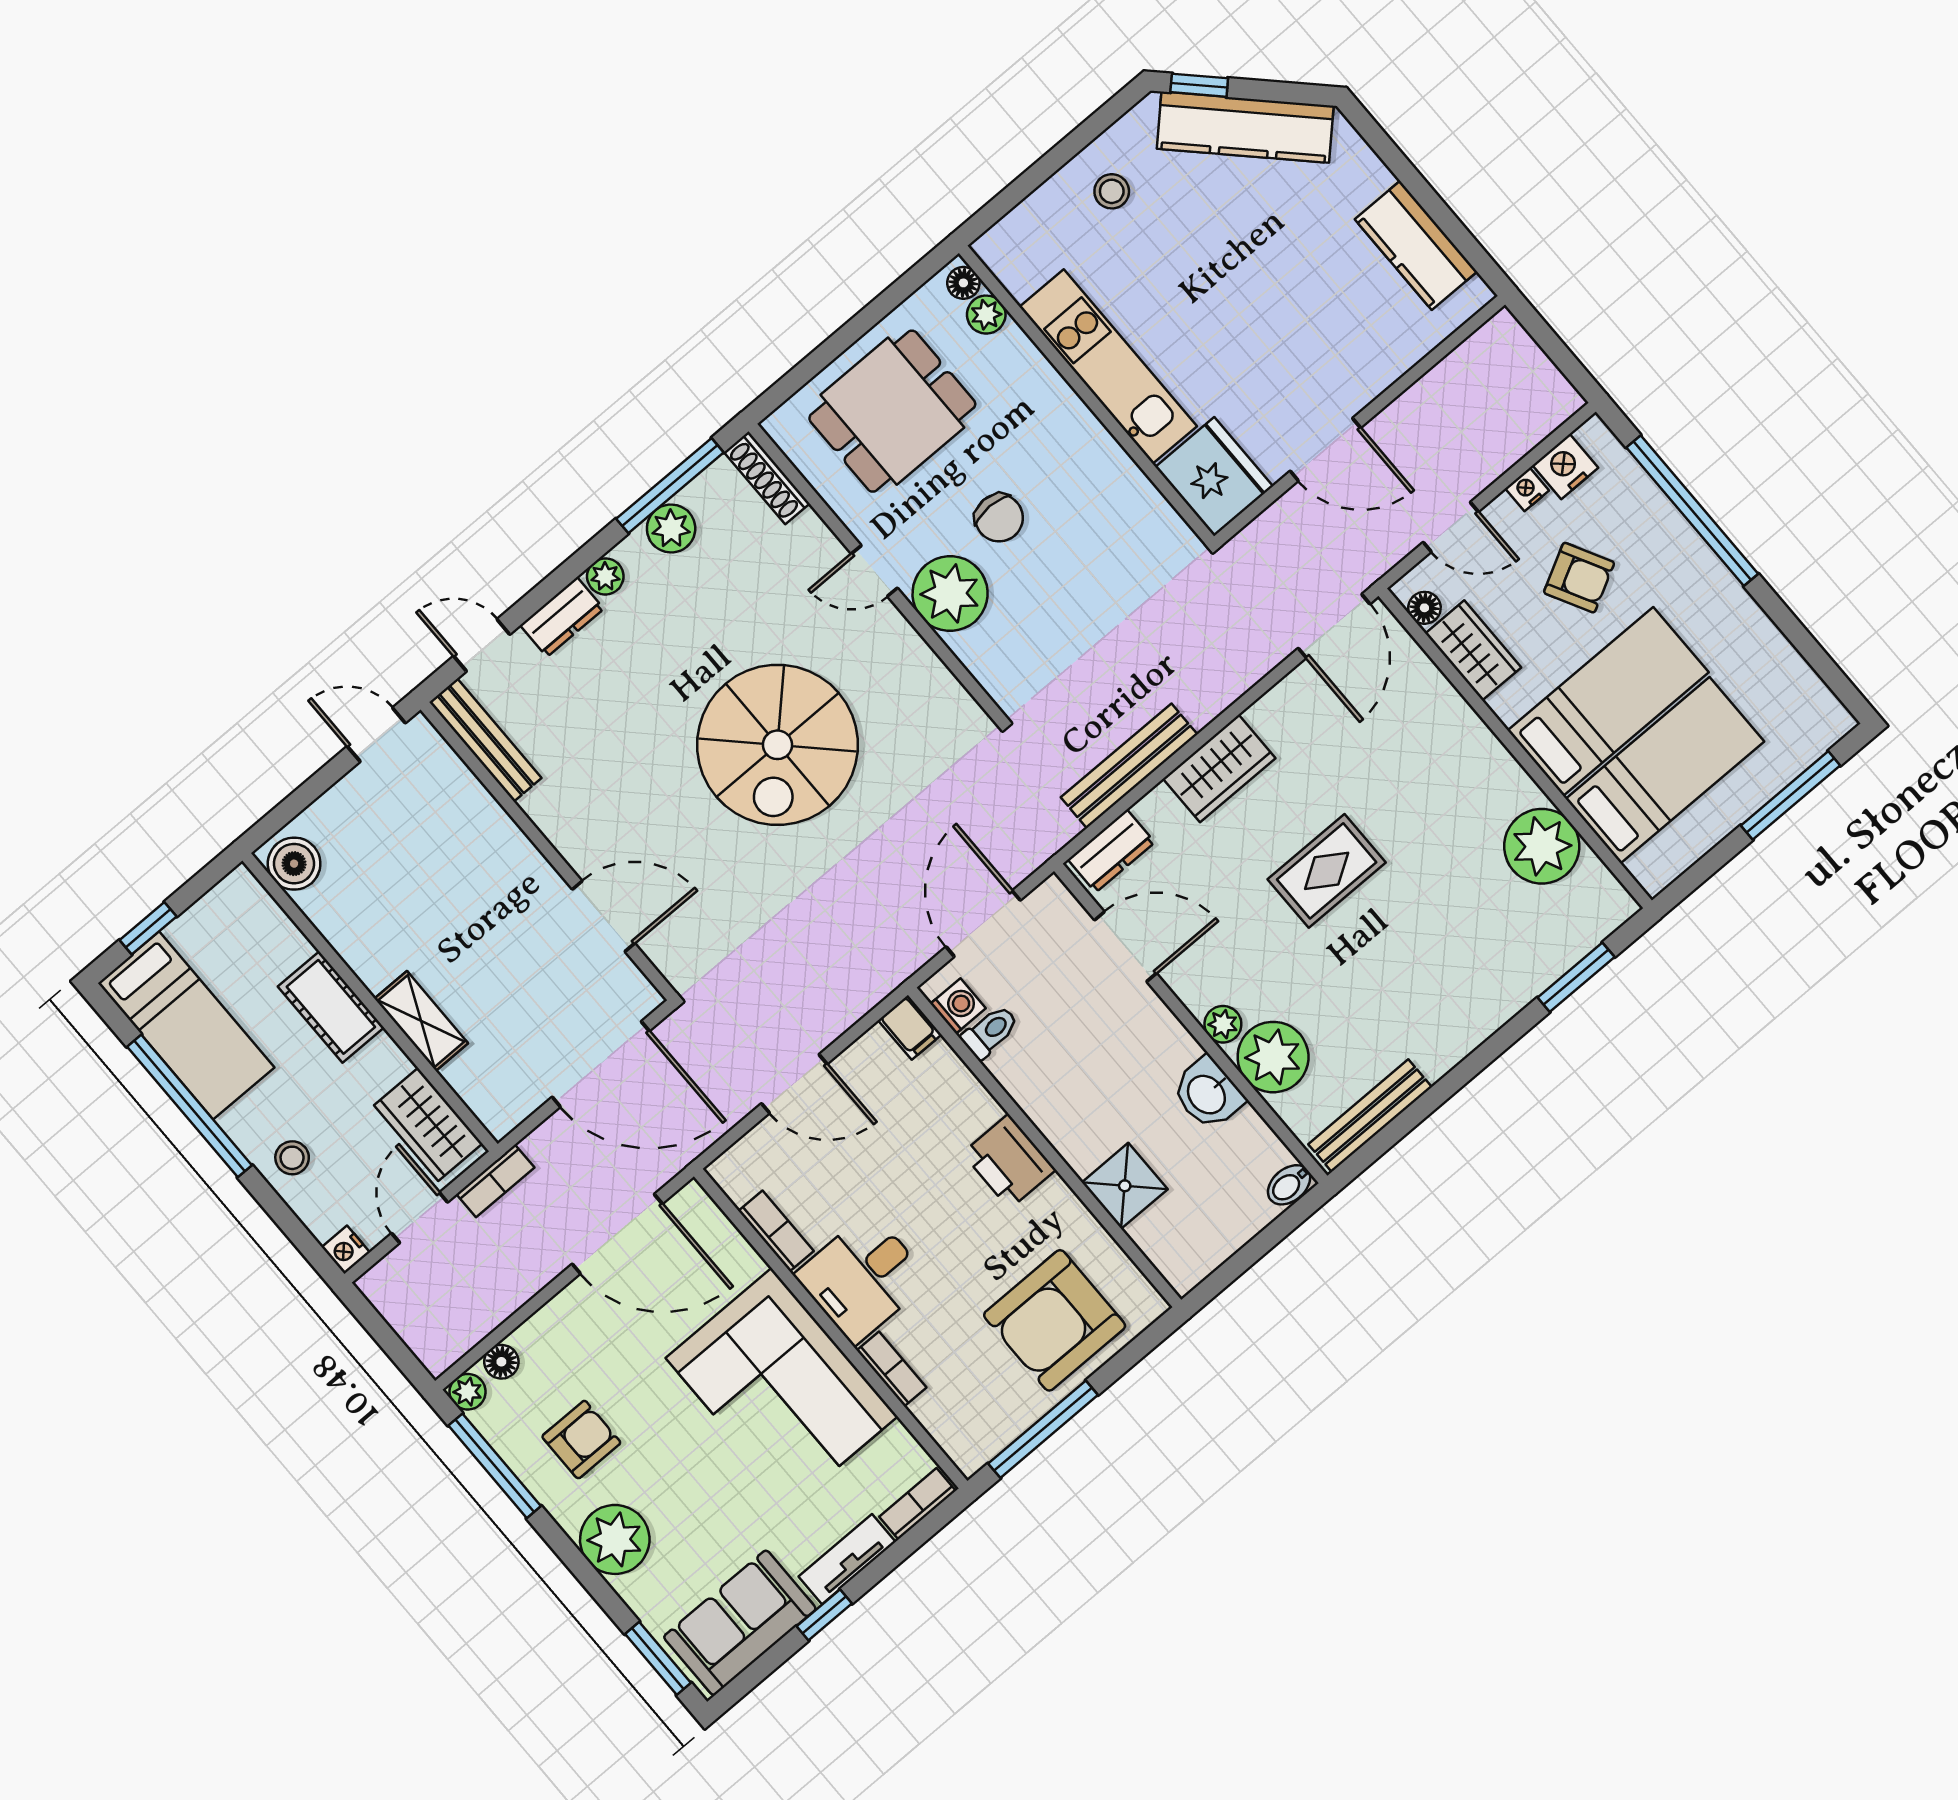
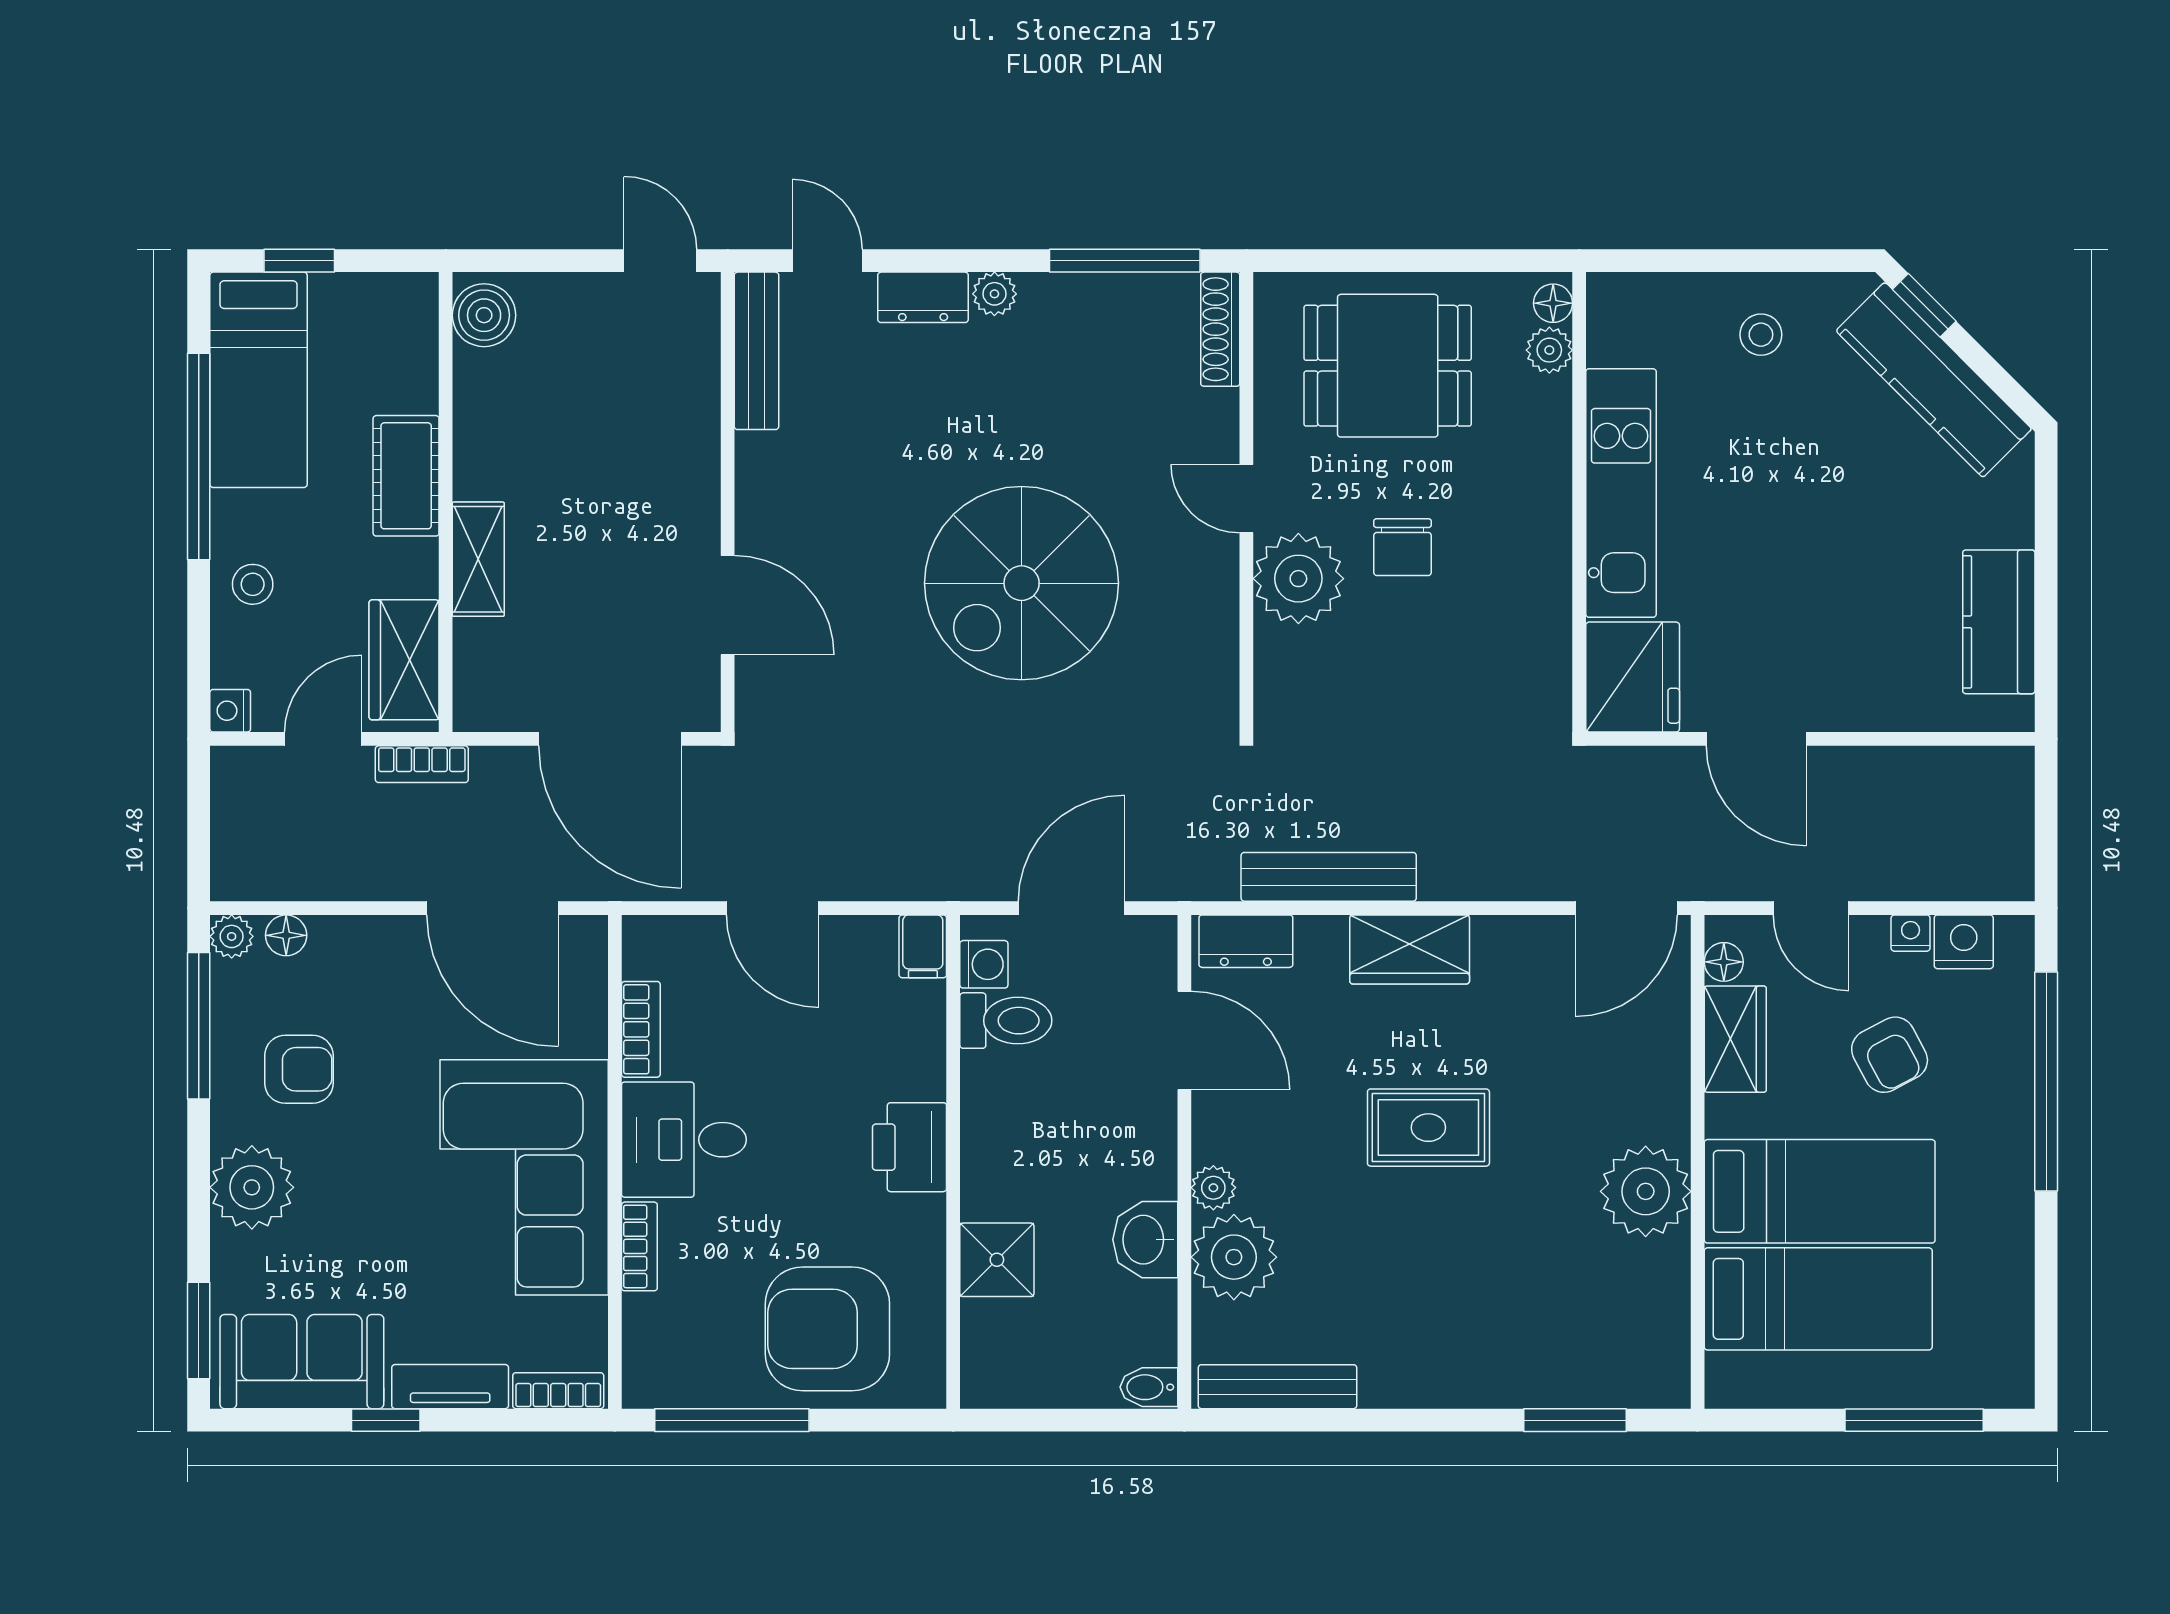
plant: (671, 529) -> (1092, 301), removed
plant: (1542, 846) -> (1646, 1191), moved
toilet: (990, 1032) -> (1006, 1021), width x1.37, depth x1.39

